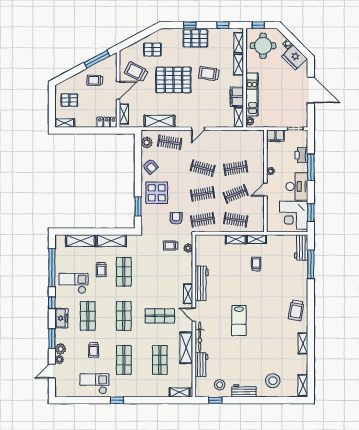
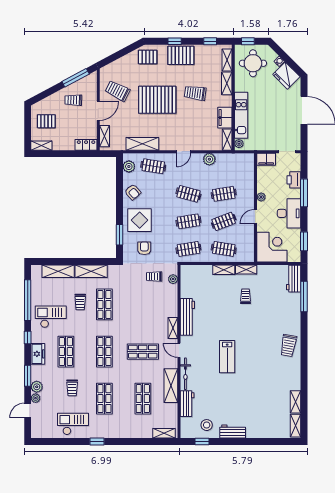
pallet: (152, 50) -> (148, 57), moved
plant: (222, 136) -> (209, 159), added
corner desk: (294, 215) -> (272, 247), moved, turned 180
armchair: (176, 218) -> (144, 248), moved
shelving: (303, 343) -> (296, 402), moved
stool: (273, 381) -> (263, 421), removed

